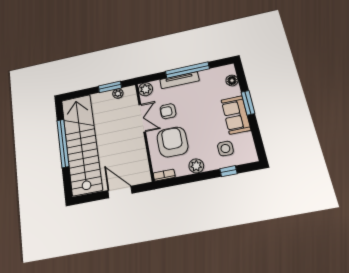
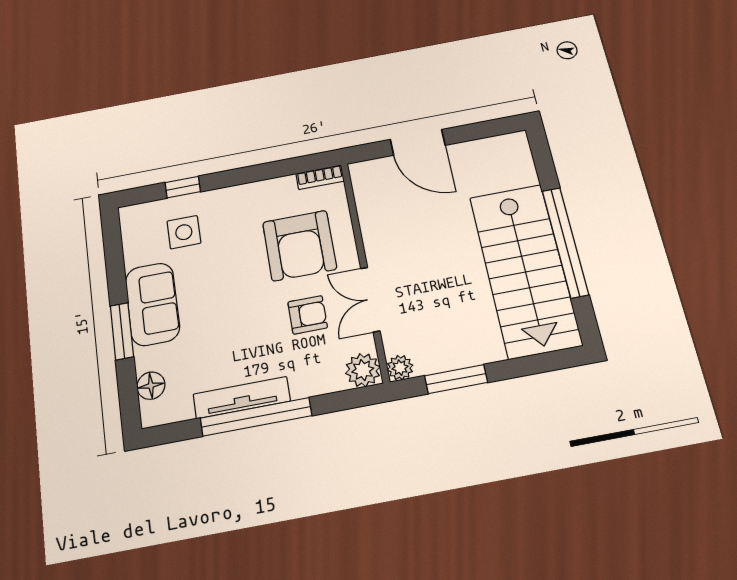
tv unit: (179, 80) -> (242, 398), moved
plant: (118, 94) -> (400, 368), moved
stairs: (81, 144) -> (525, 270), width x0.73
plant: (196, 166) -> (249, 197), removed

